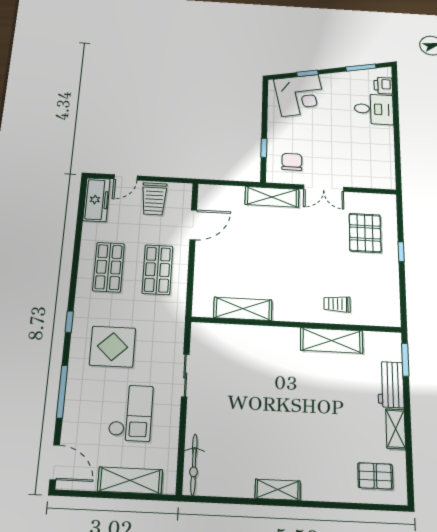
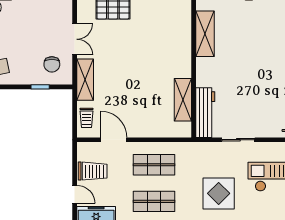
chair: (292, 162) -> (52, 64), turned -90
trolley: (337, 304) -> (86, 118), moved
workbench: (224, 335) -> (205, 113), added

